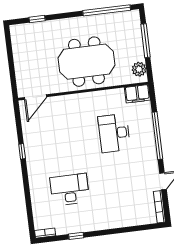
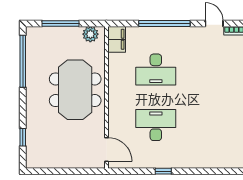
desk: (70, 190) -> (156, 125), moved, turned 90

